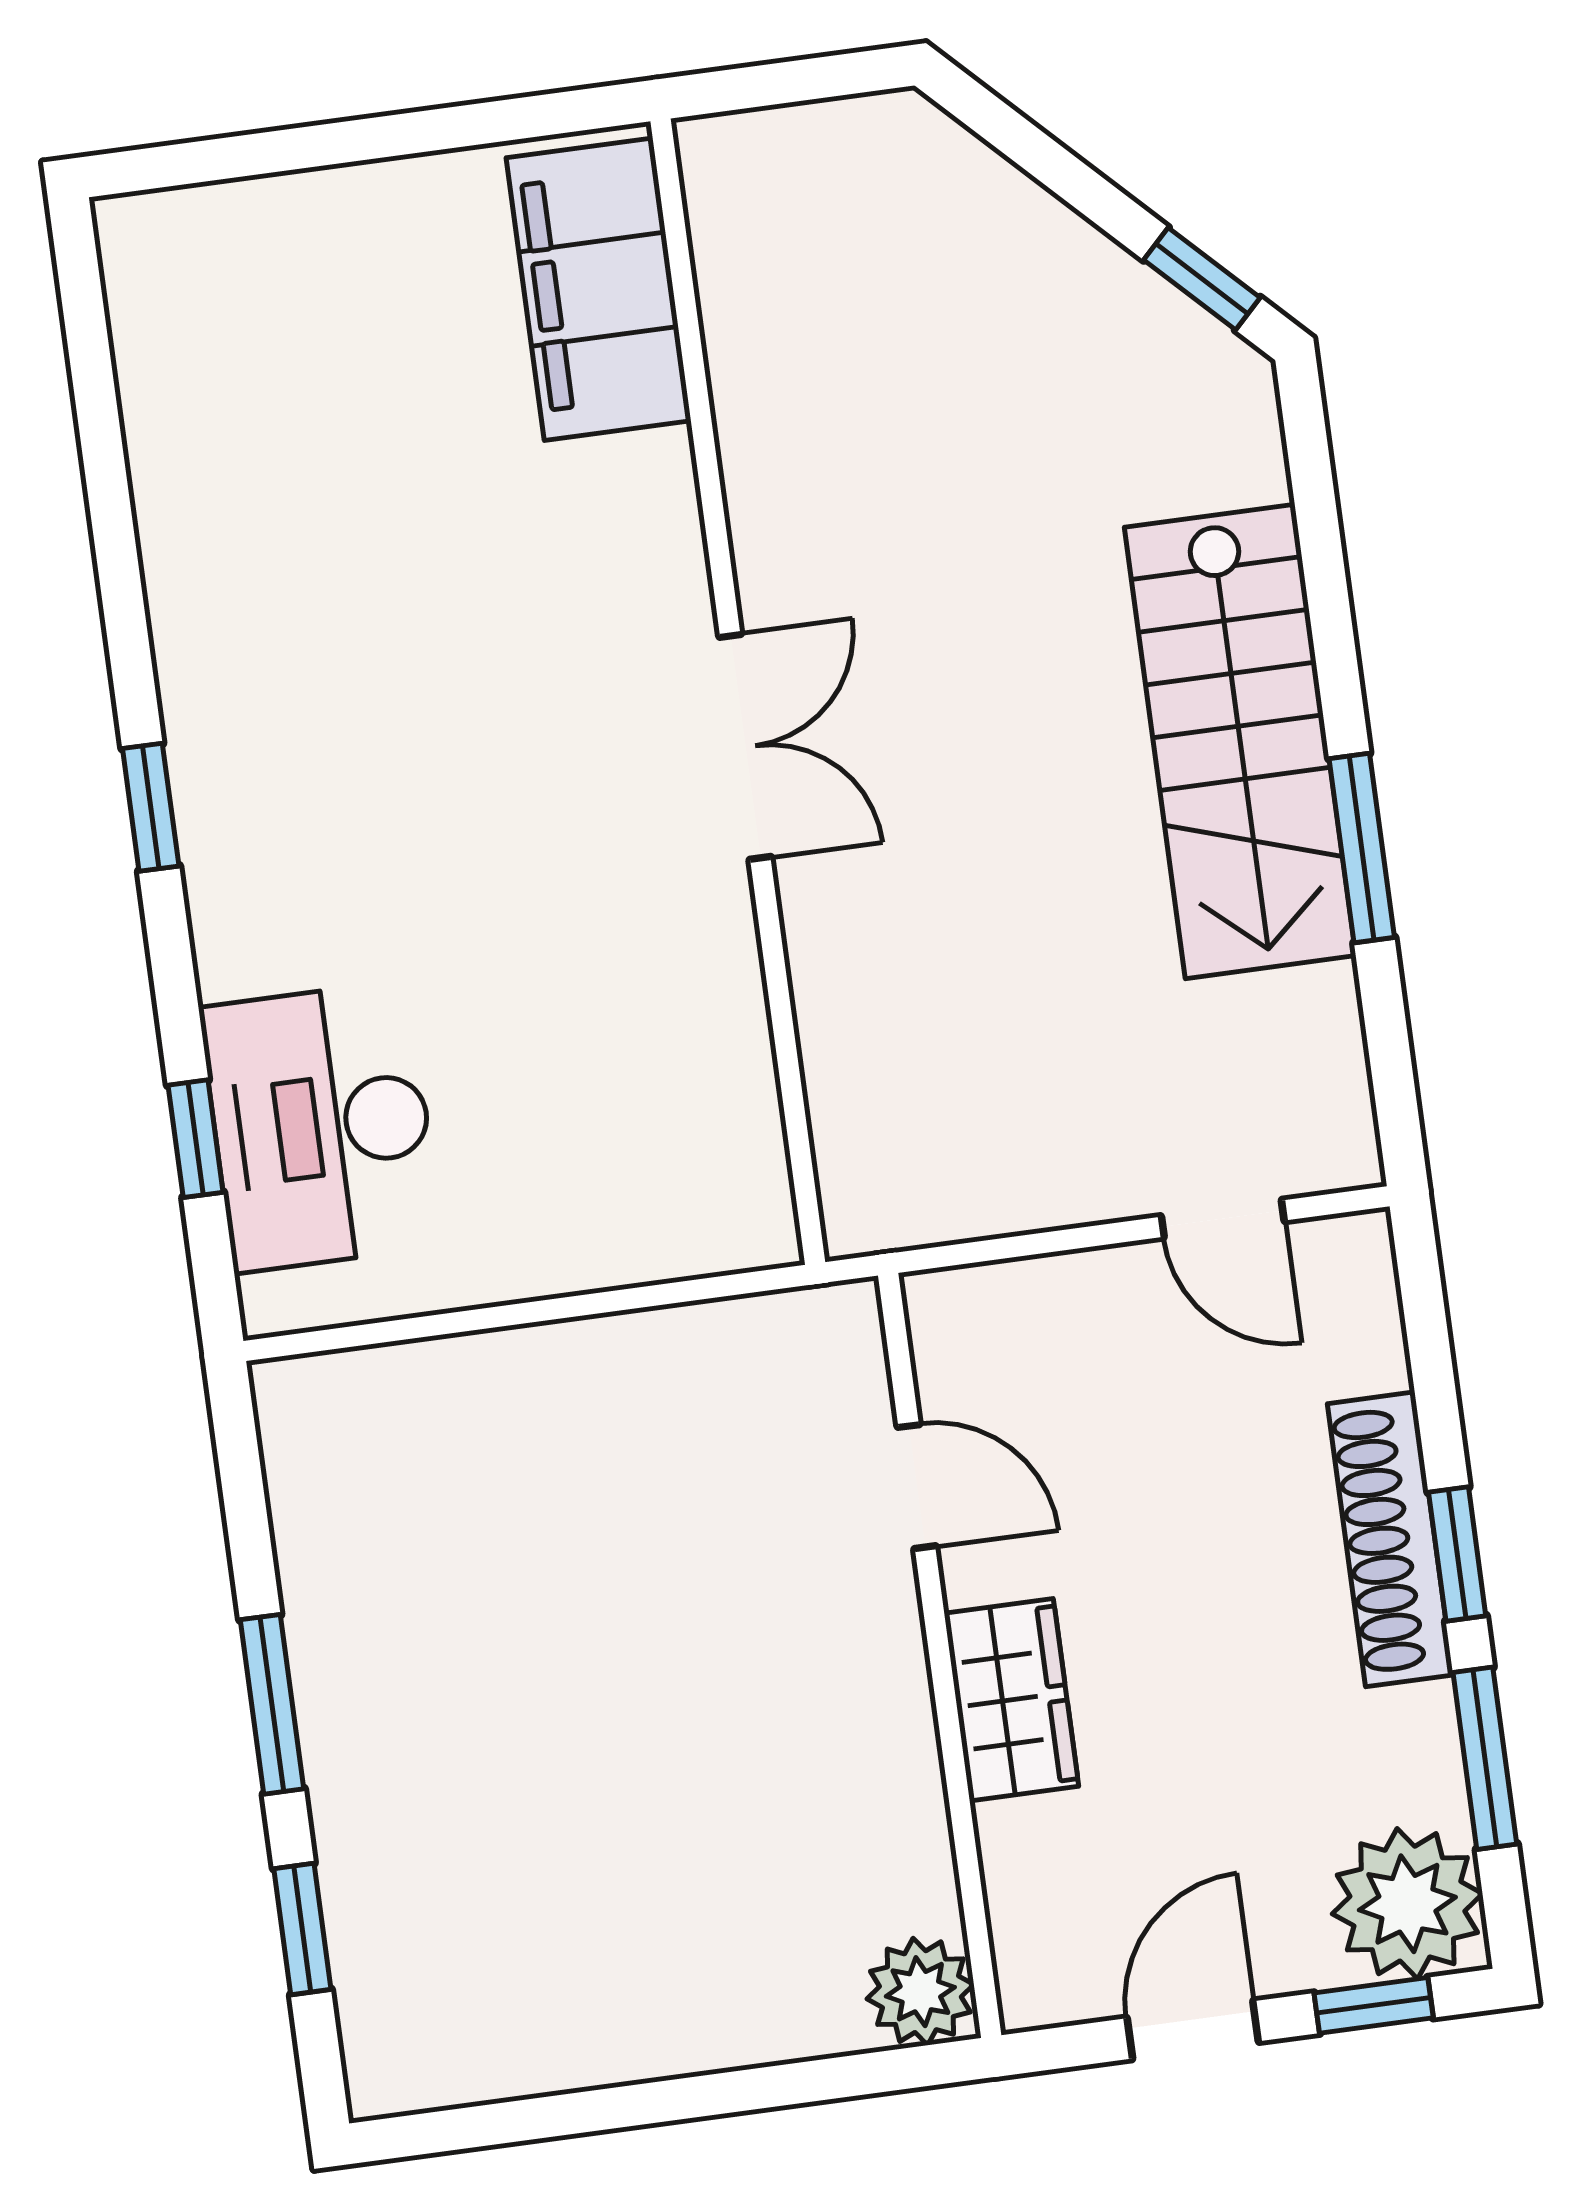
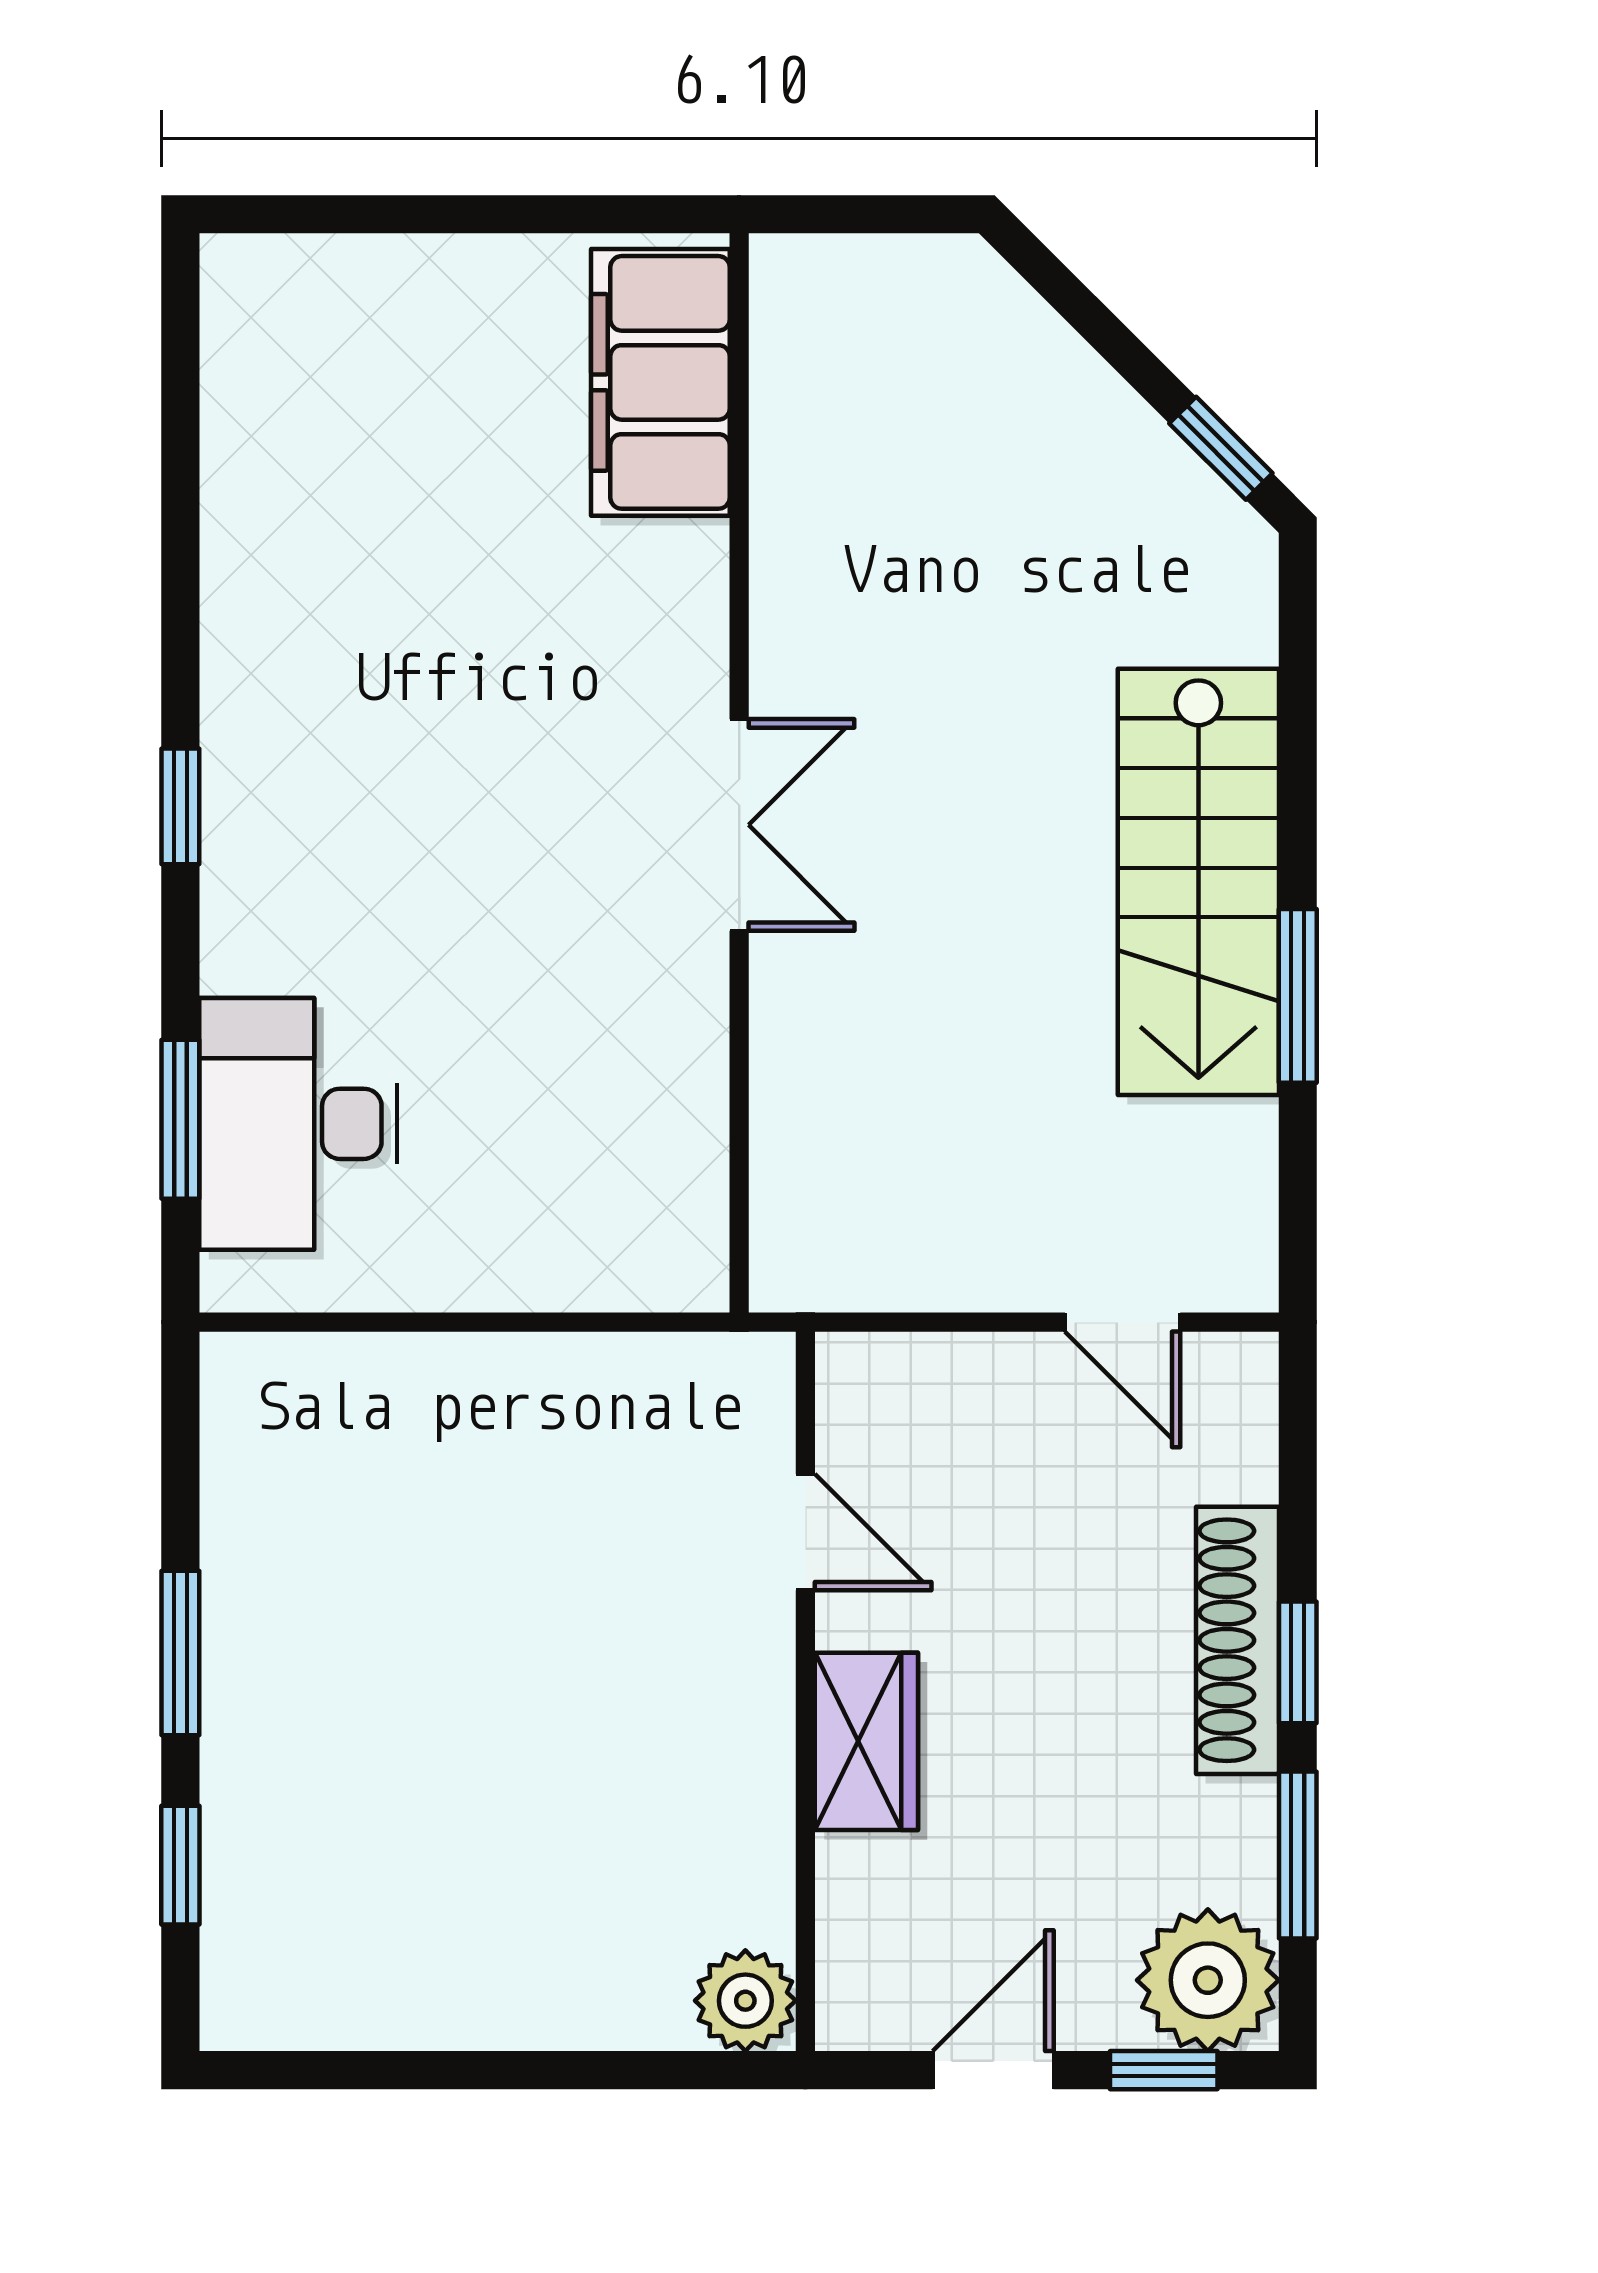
window: (196, 1139) -> (180, 1119), width x1.50

